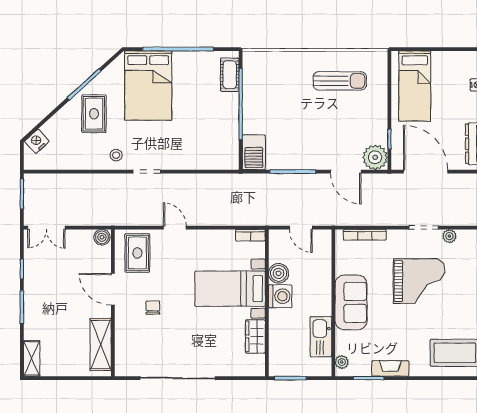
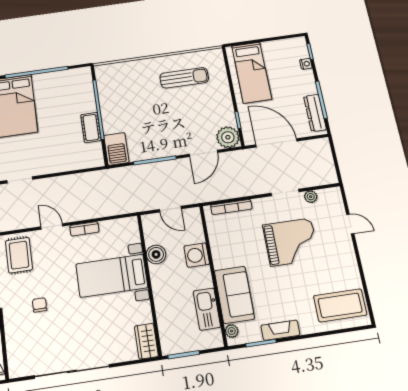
cot: (230, 75) -> (91, 128), moved
door: (346, 172) -> (203, 153), hinge flipped
bookcase: (250, 235) -> (84, 229), moved
washing machine: (280, 296) -> (197, 255), moved, turned 180
sofa: (351, 302) -> (234, 295), moved
wardrobe: (255, 336) -> (146, 341), moved

